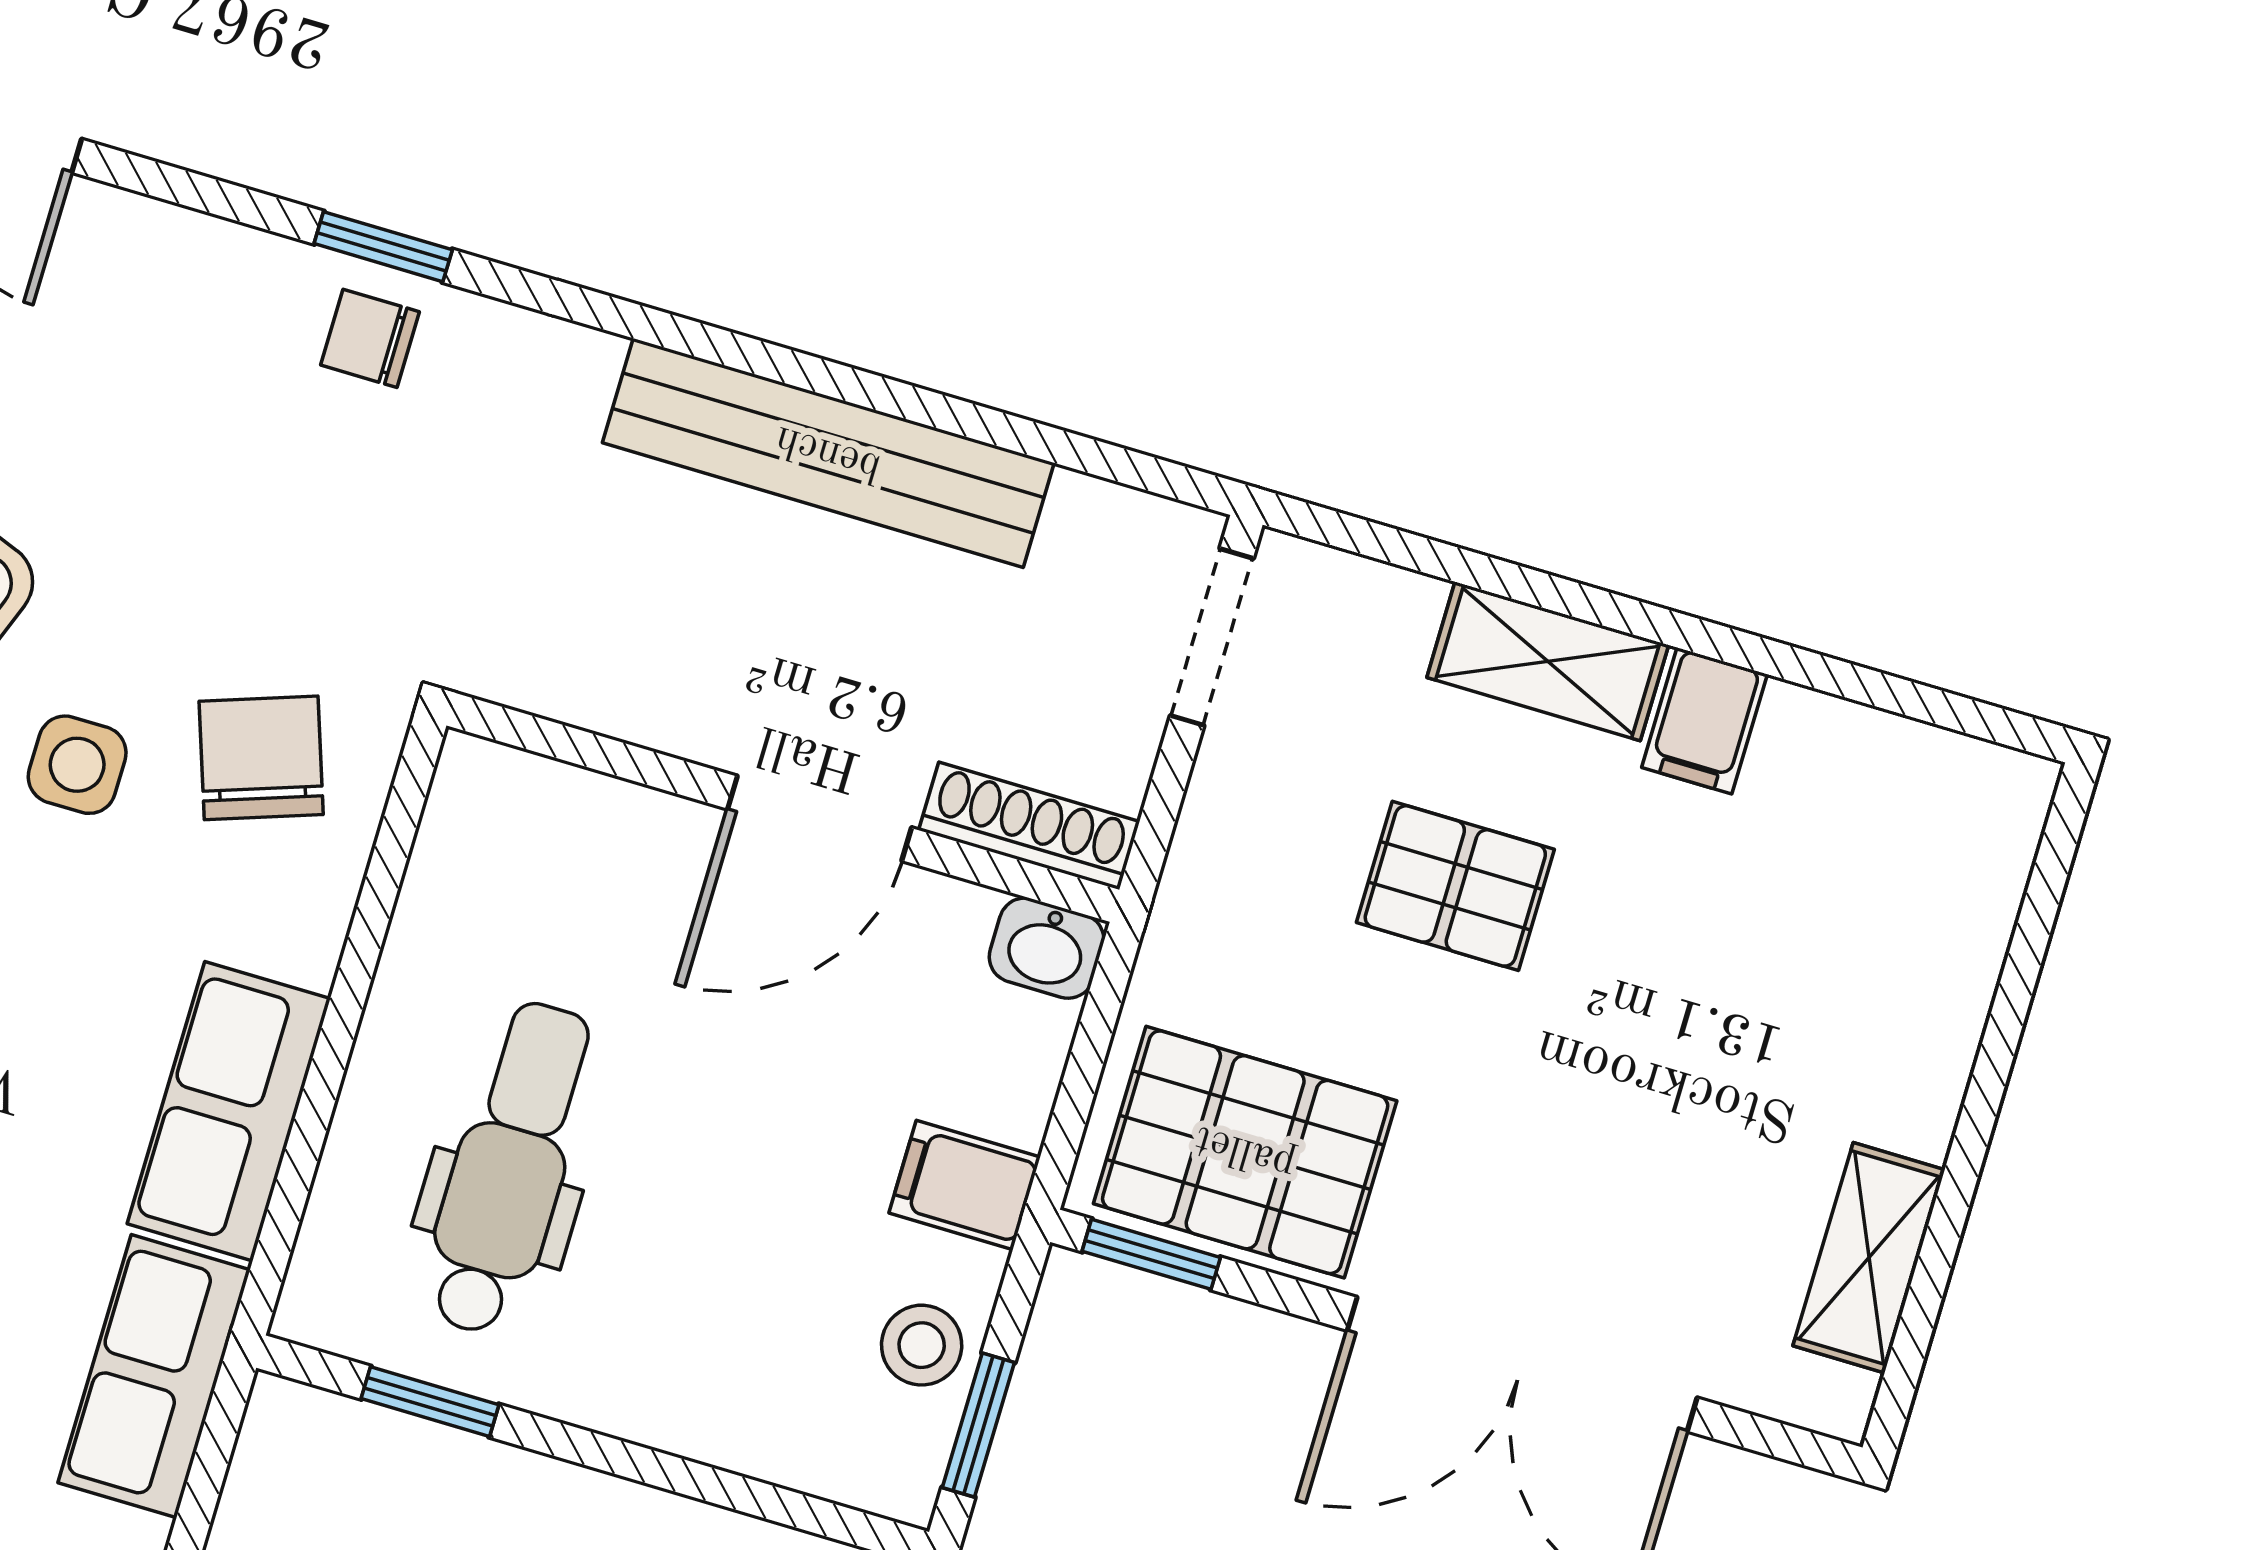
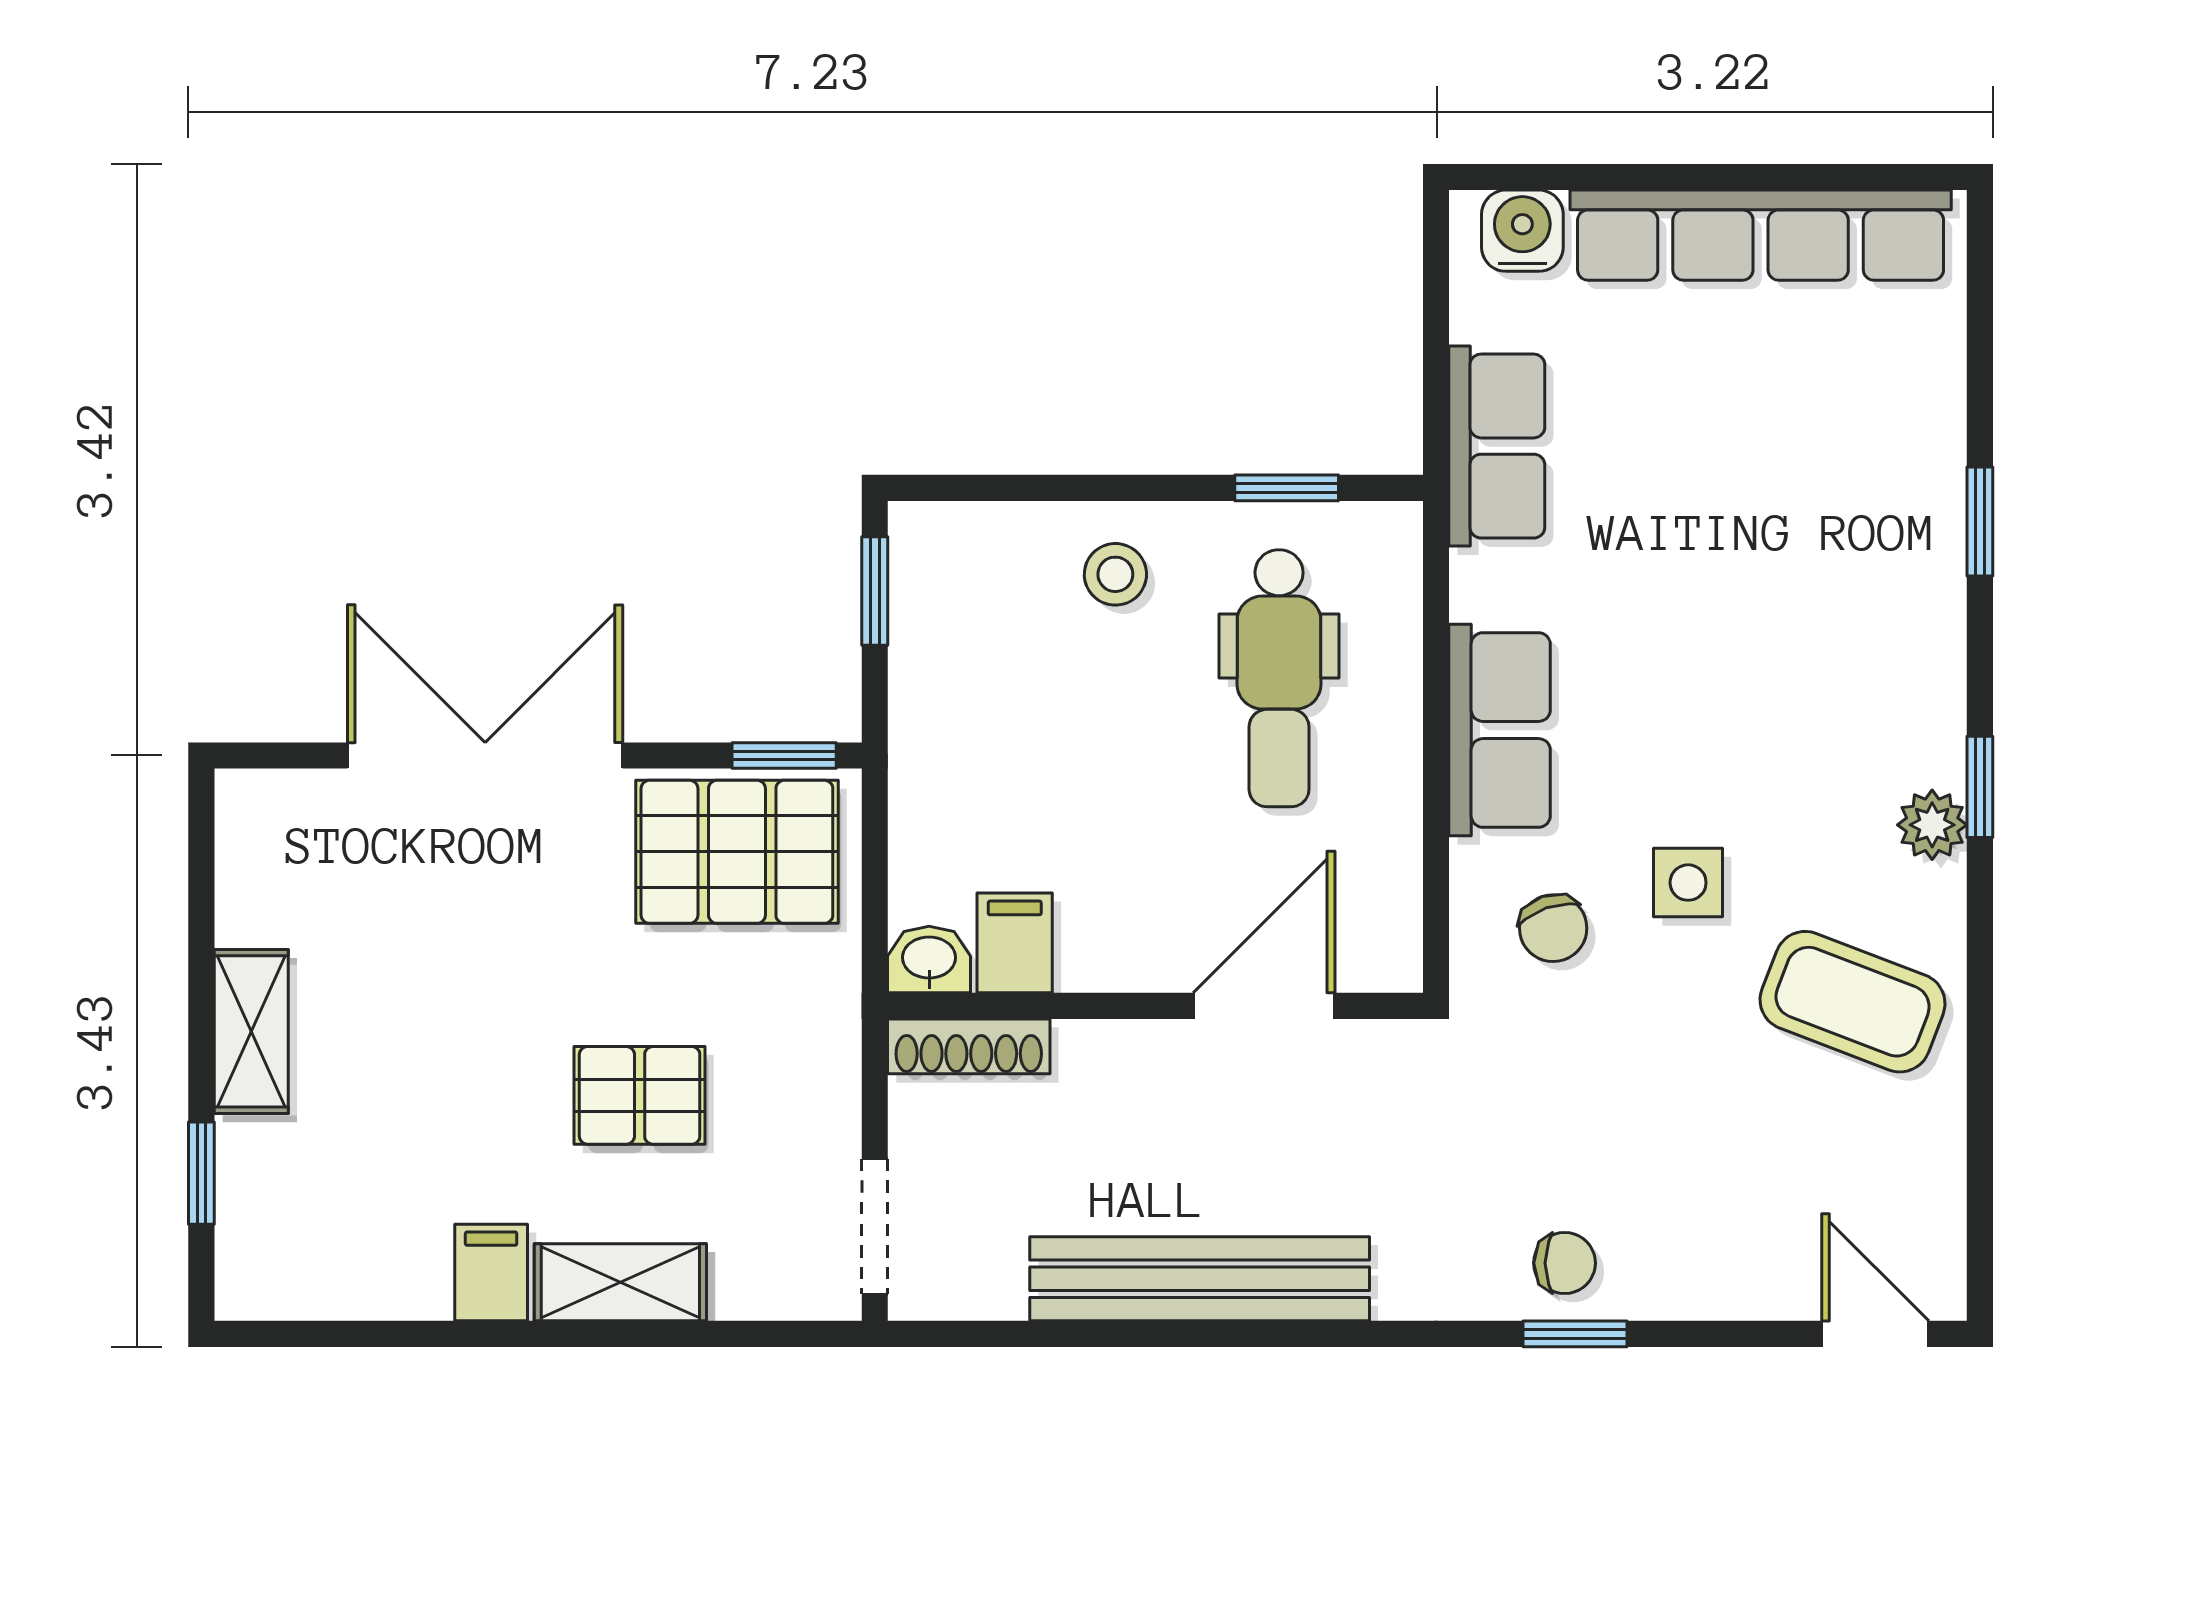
chair: (261, 758) -> (1553, 928), width x0.73, depth x0.73
door: (820, 818) -> (1264, 1006), moved
window: (2027, 950) -> (201, 1173), added
row of seats: (229, 1111) -> (1500, 730), moved
filing cabinet: (965, 1185) -> (1015, 943), moved, turned -90
shelving: (1869, 1258) -> (251, 1031), moved
stool: (922, 1345) -> (1115, 574), moved

